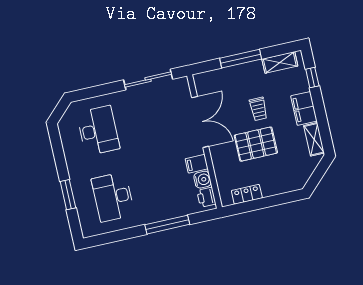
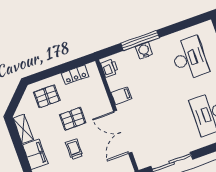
pallet: (256, 144) -> (73, 119), width x0.67, depth x0.71
pallet: (282, 173) -> (47, 96), added
water cooler: (203, 180) -> (144, 51), moved, turned 90

